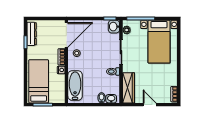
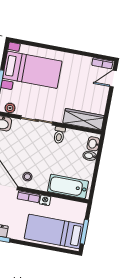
door: (150, 105) -> (113, 79), moved

